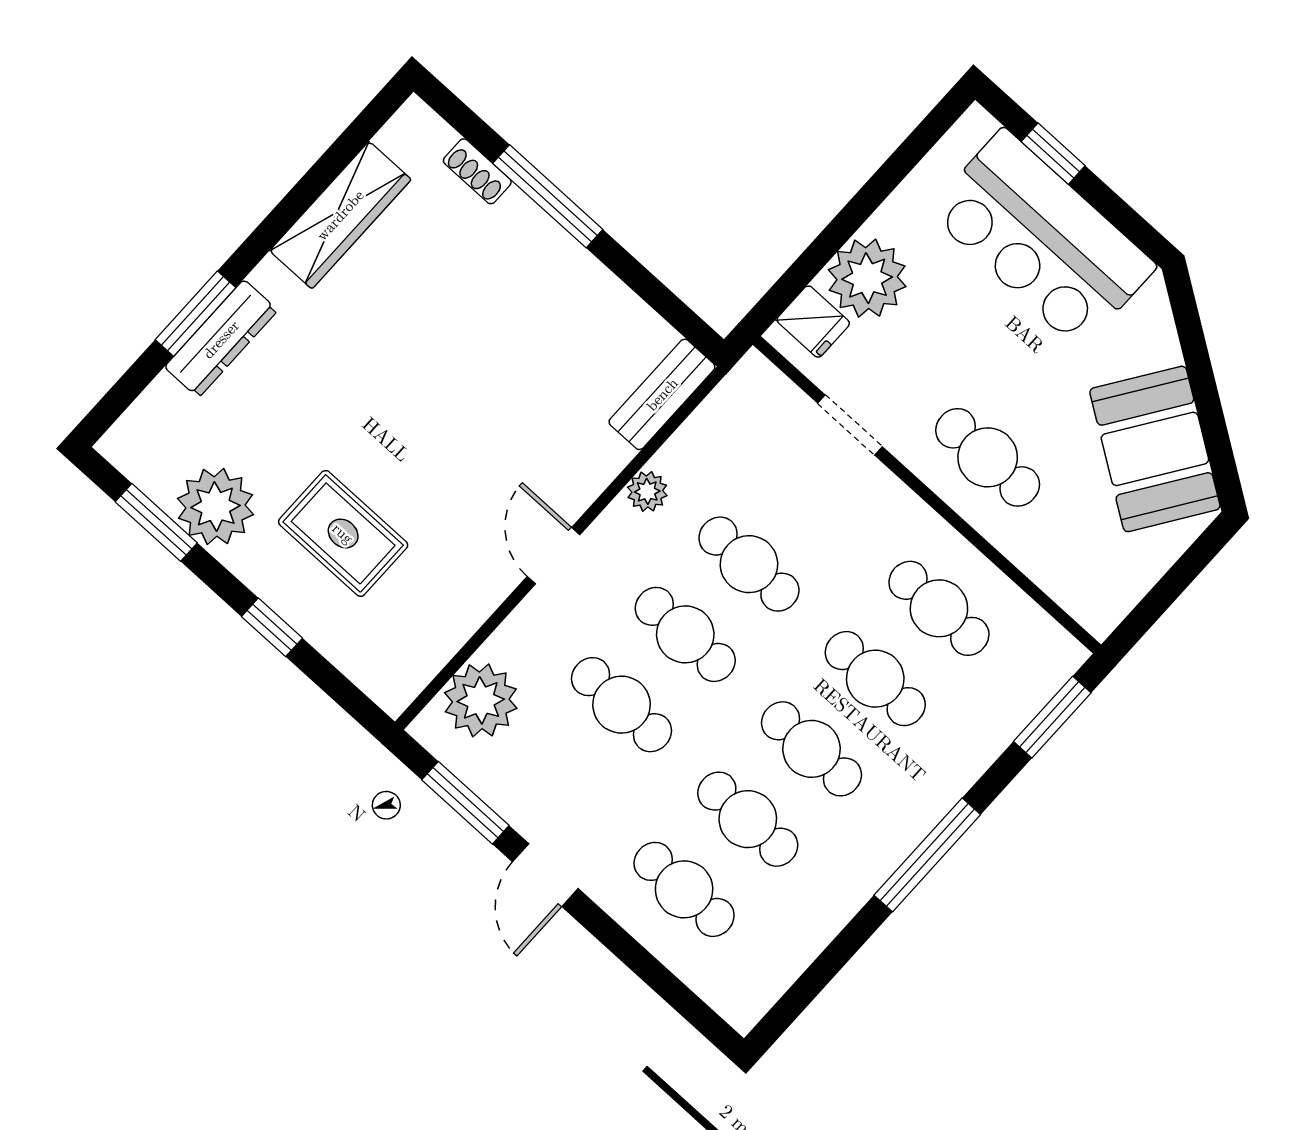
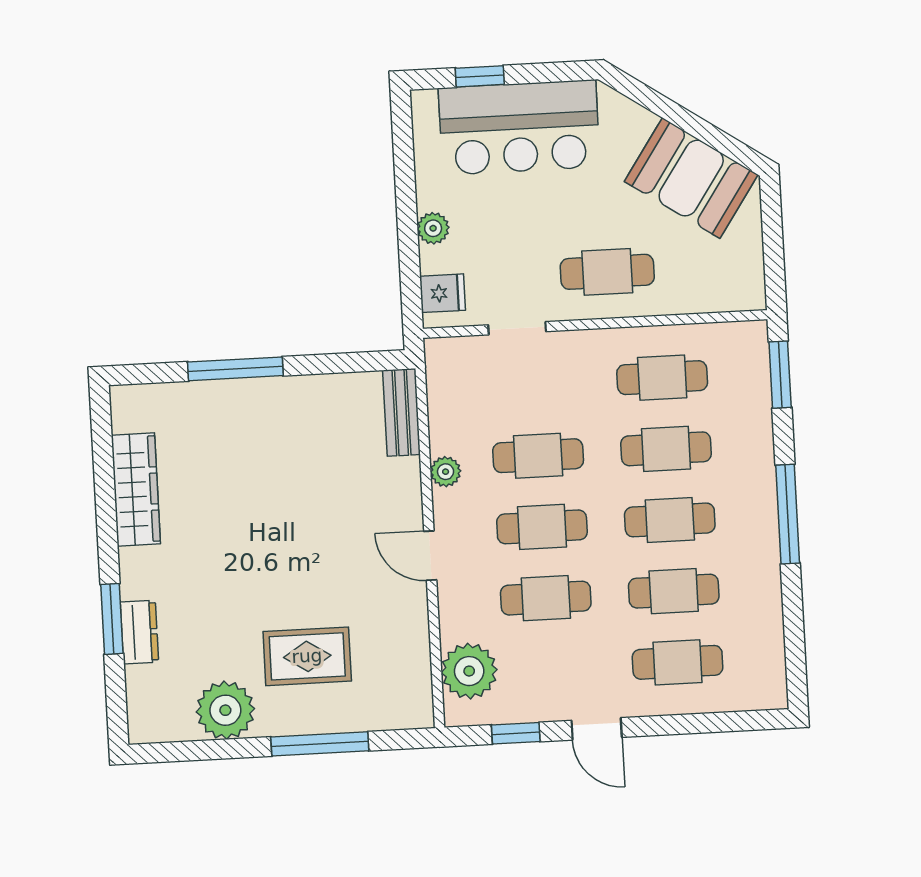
shoe rack: (477, 171) -> (185, 393), removed
plant: (867, 278) -> (433, 228), width x0.53, depth x0.53
dresser: (221, 339) -> (139, 632), width x0.70
window: (156, 522) -> (203, 750), removed
window: (272, 627) -> (320, 744), width x2.17
window: (465, 803) -> (516, 733), width x0.67

